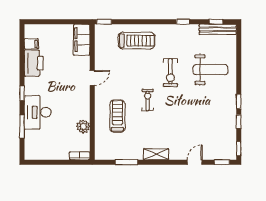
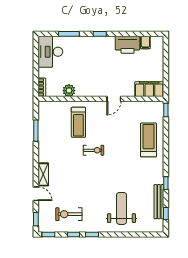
bench: (218, 29) -> (159, 202), moved
treadmill: (137, 41) -> (148, 140), turned 180
weight bench: (210, 70) -> (121, 208), turned 180
exercise bike: (170, 73) -> (69, 214), moved
door: (92, 78) -> (114, 99), hinge flipped
desk: (38, 112) -> (50, 52), moved, turned -90
treadmill: (117, 116) -> (78, 122), turned 90
shelving: (156, 154) -> (43, 174), moved

